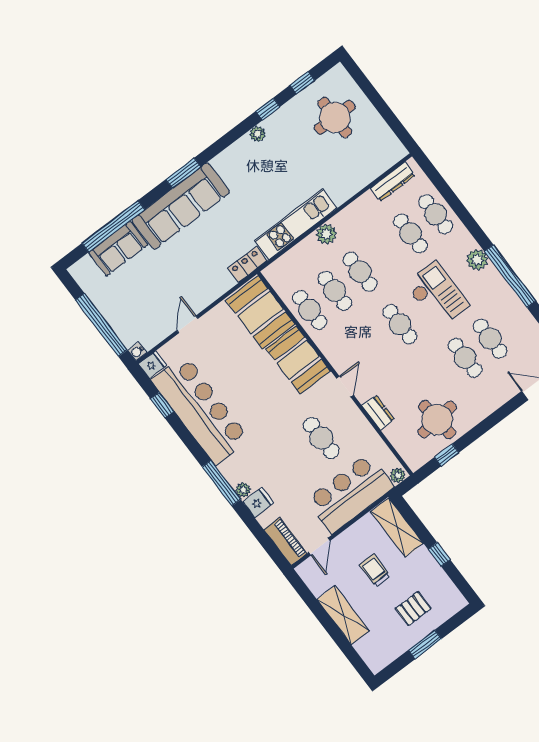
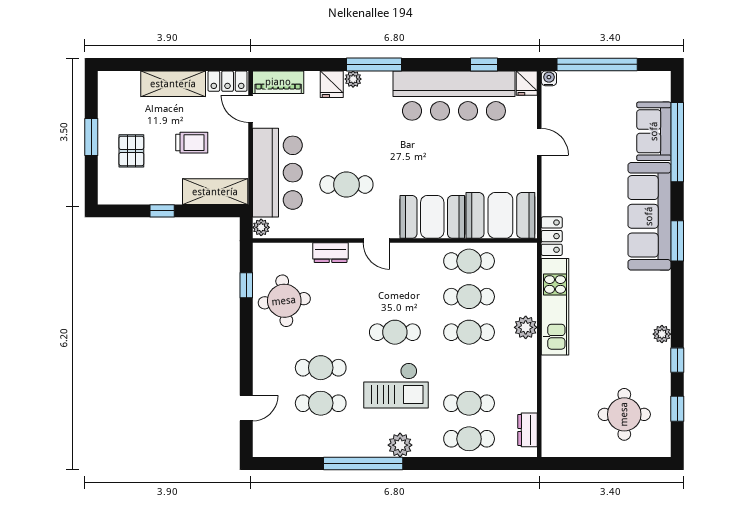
dresser: (393, 182) -> (528, 430), width x0.70
locker: (312, 578) -> (228, 81), added

